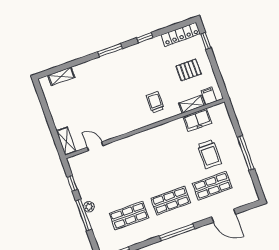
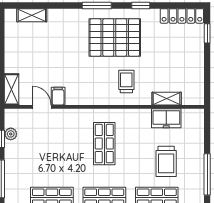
pallet: (189, 70) -> (115, 37), moved, width x2.05, depth x2.00
filing cabinet: (209, 96) -> (58, 96), moved
shop shelf: (155, 158) -> (104, 144), added
plant: (89, 207) -> (11, 134), moved

